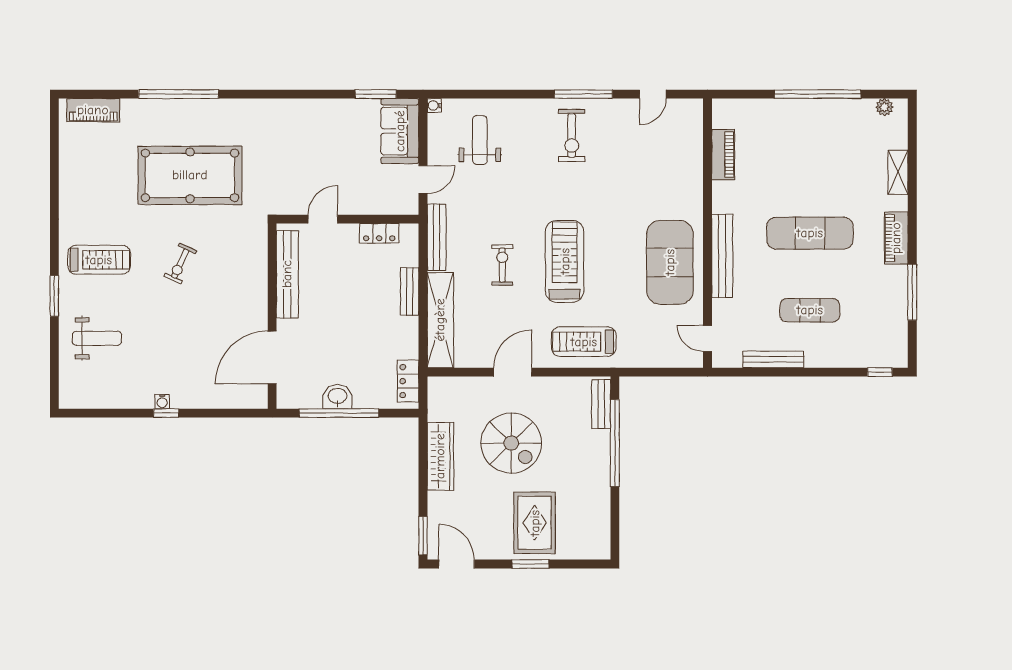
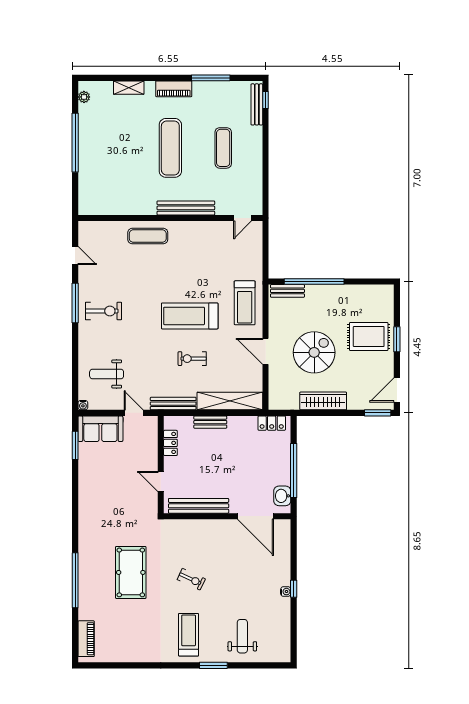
piano: (723, 155) -> (117, 207), removed
pool table: (190, 175) -> (131, 572), width x0.73, depth x0.76
exercise mat: (670, 262) -> (148, 236), moved, width x0.50, depth x0.69
bench: (773, 359) -> (257, 104), moved
washbasin: (337, 397) -> (282, 496), moved

